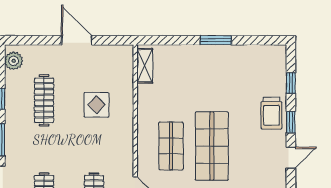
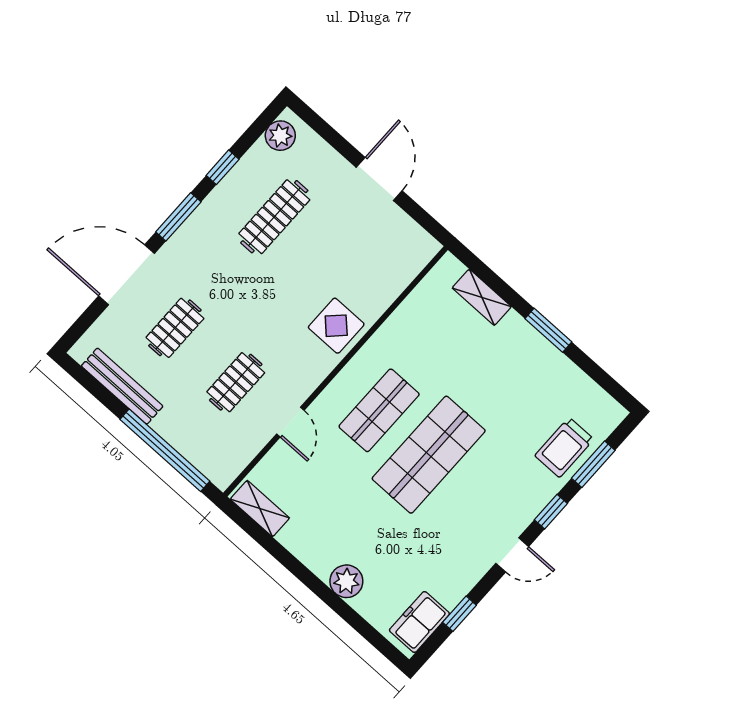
shelving: (145, 66) -> (482, 297), moved, turned 90
window: (291, 83) -> (593, 464), width x1.50
display table: (96, 105) -> (336, 326), moved
trolley: (271, 113) -> (564, 447), moved

